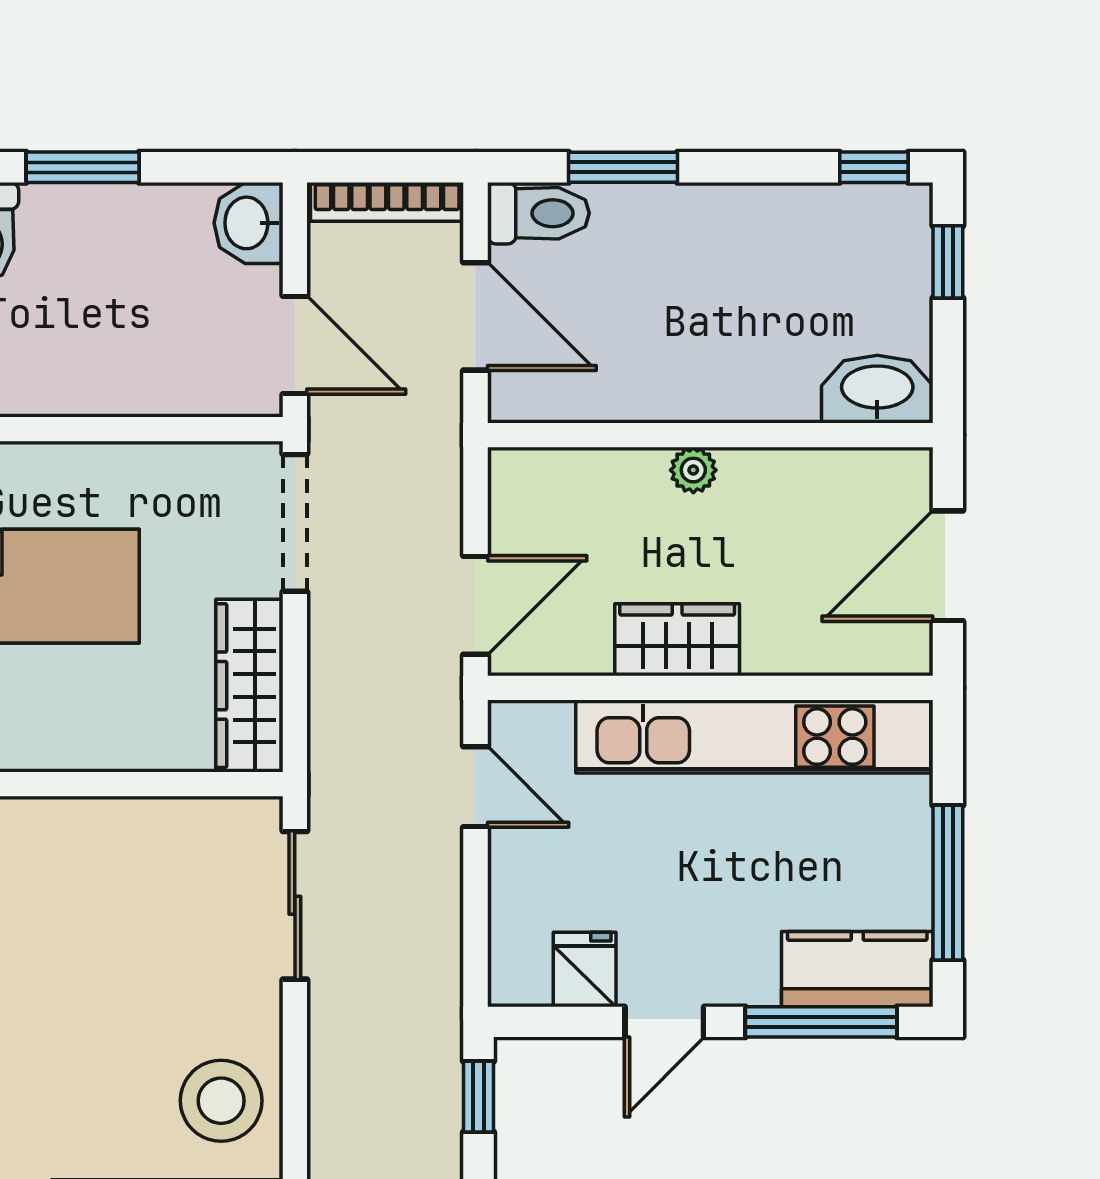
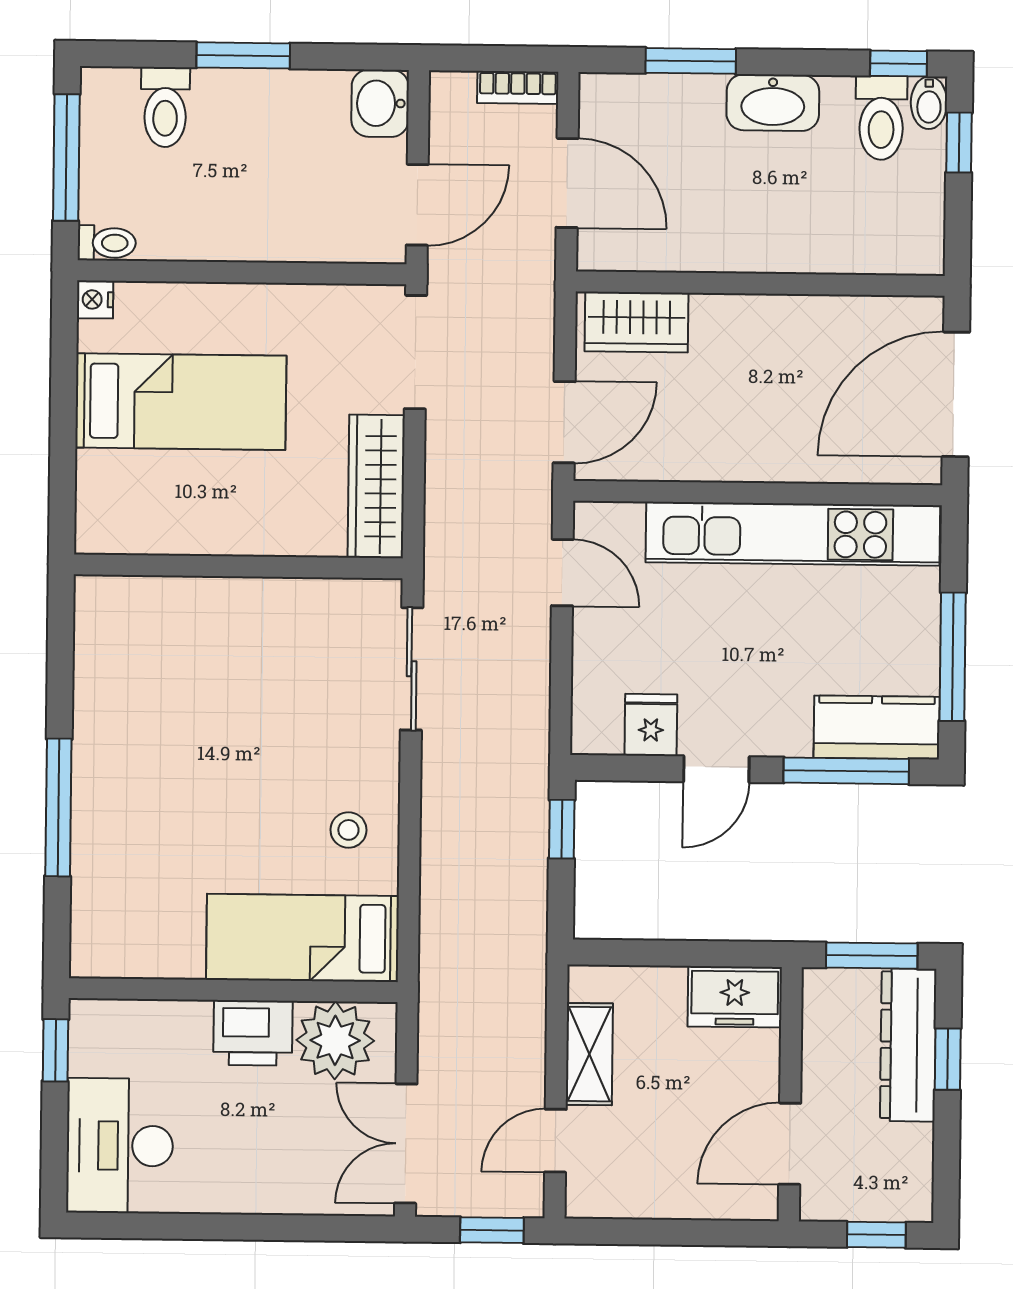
bookcase: (387, 202) -> (518, 87), width x0.64
toilet: (538, 213) -> (881, 118), moved, turned 90
bidet: (911, 214) -> (929, 103), added
door: (295, 345) -> (417, 205), hinge flipped
washbasin: (877, 389) -> (773, 103), moved, turned 180
plant: (693, 470) -> (746, 312), removed
door: (948, 566) -> (956, 394), width x1.36
wardrobe: (677, 640) -> (637, 322), moved, turned 180
stool: (221, 1101) -> (348, 830), width x0.53, depth x0.53

